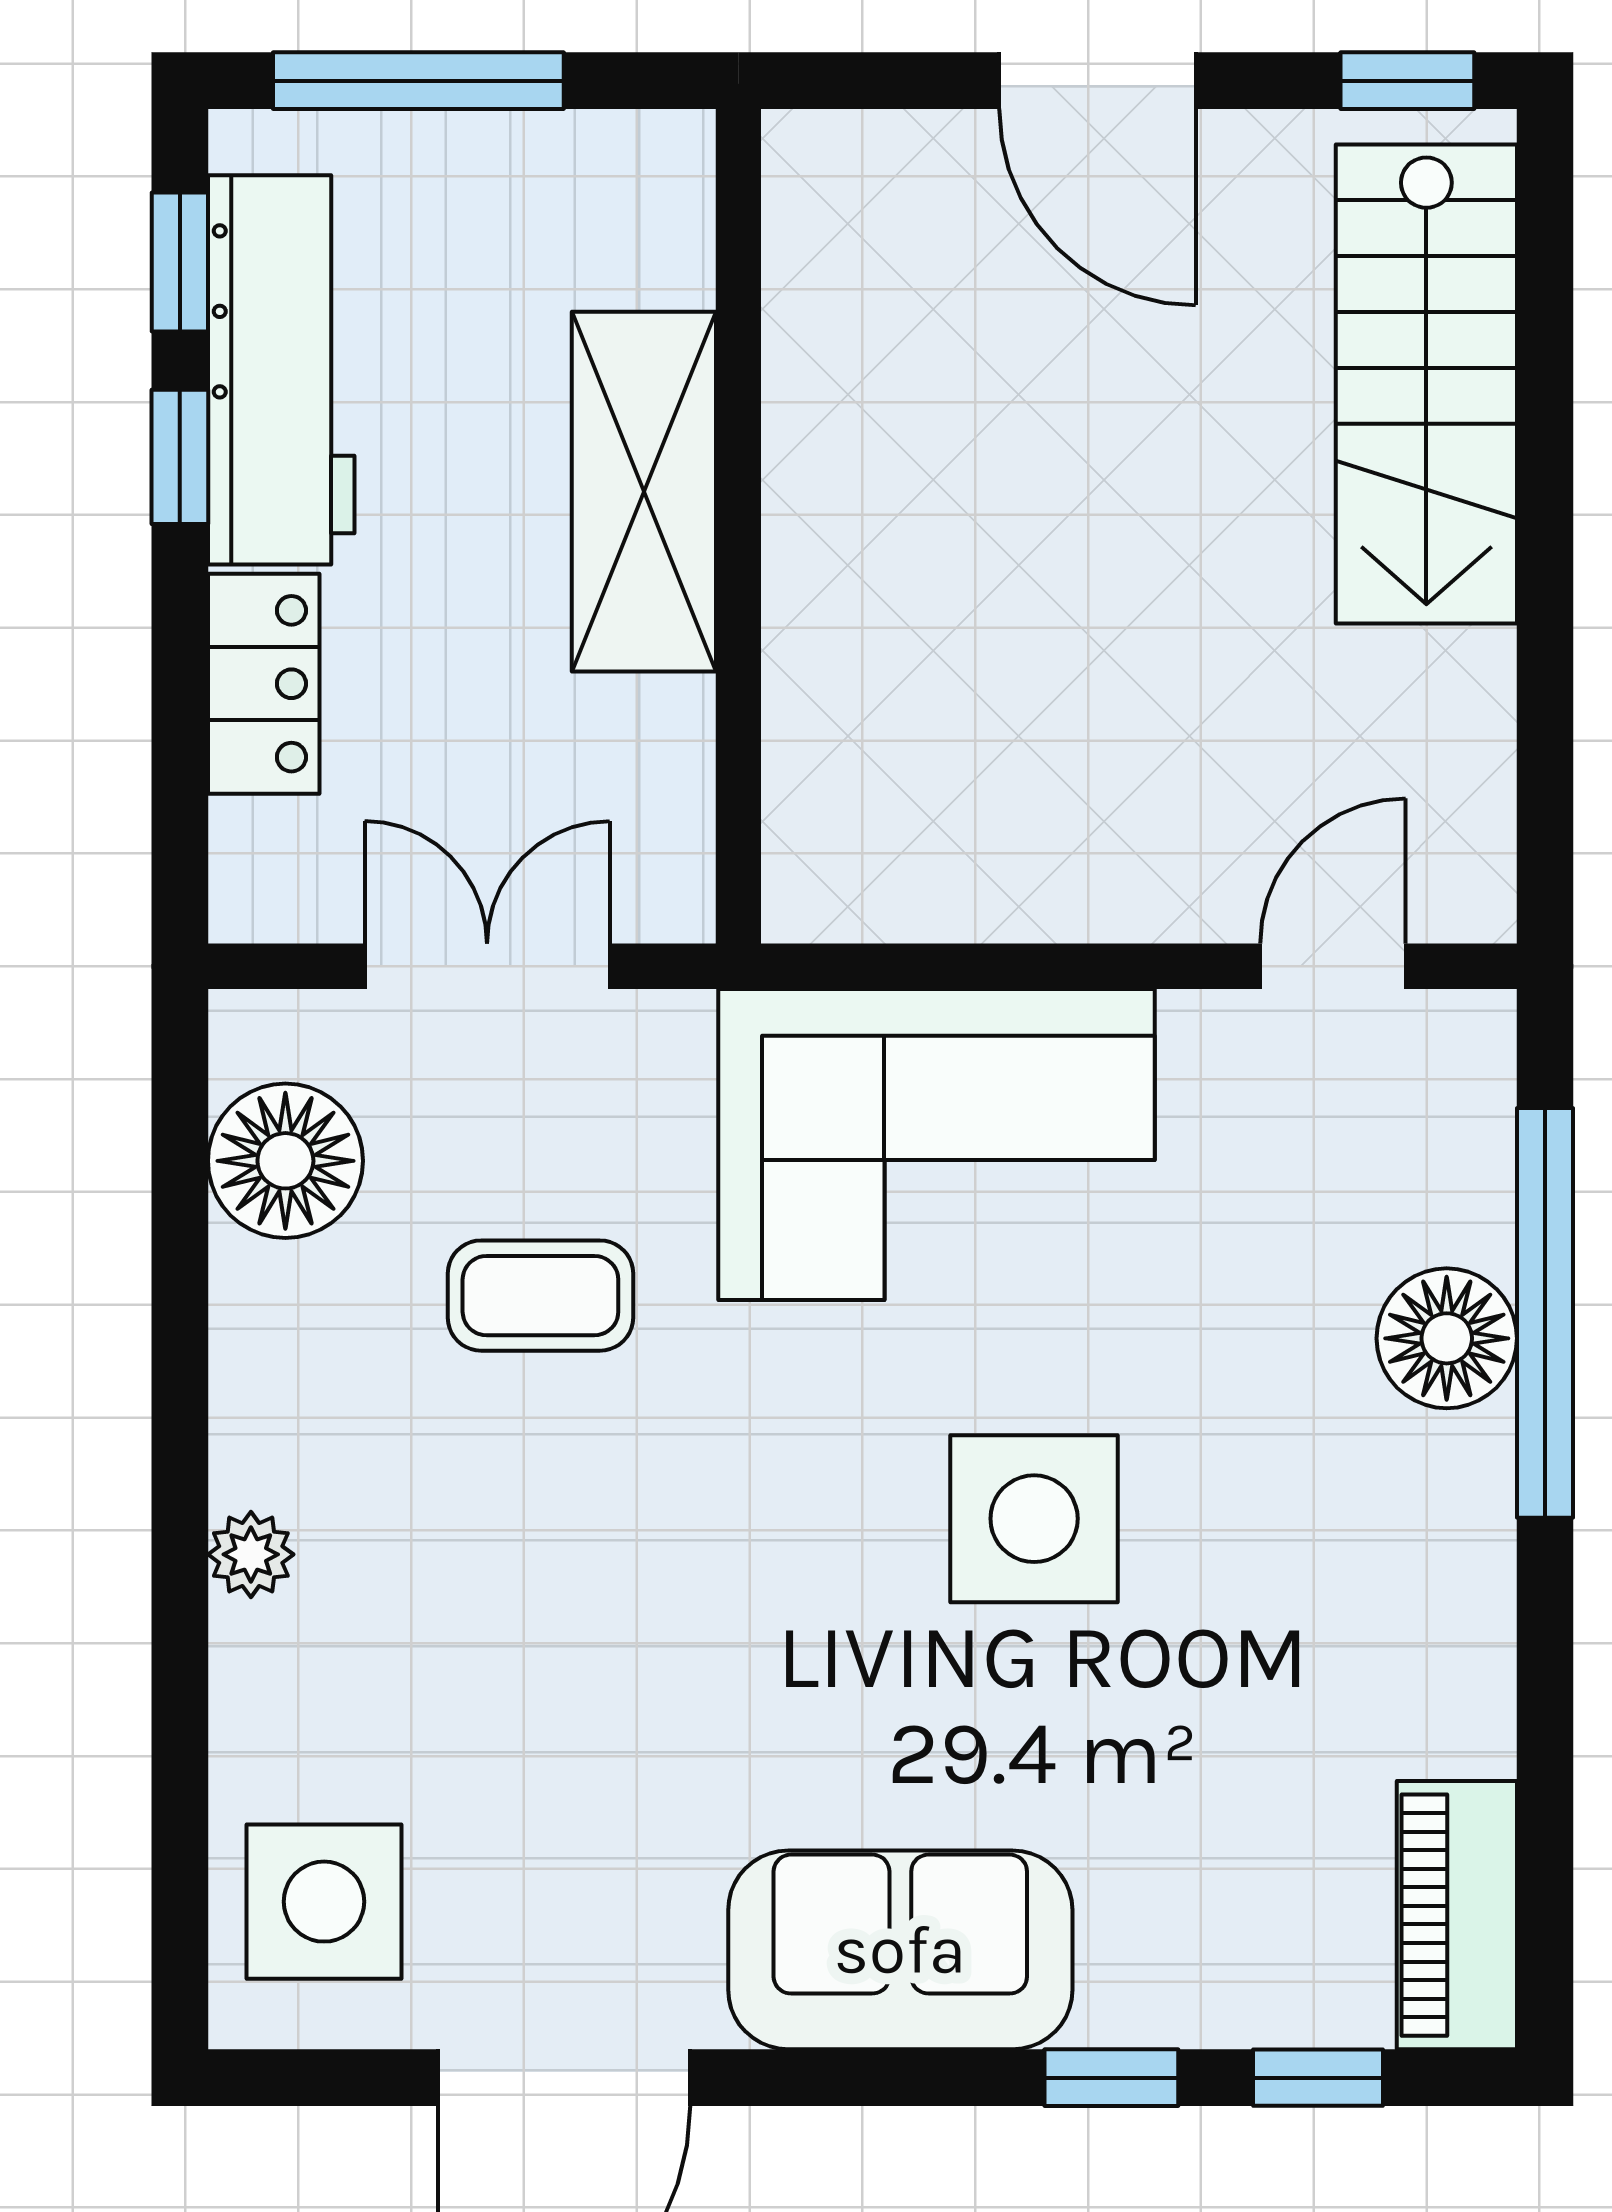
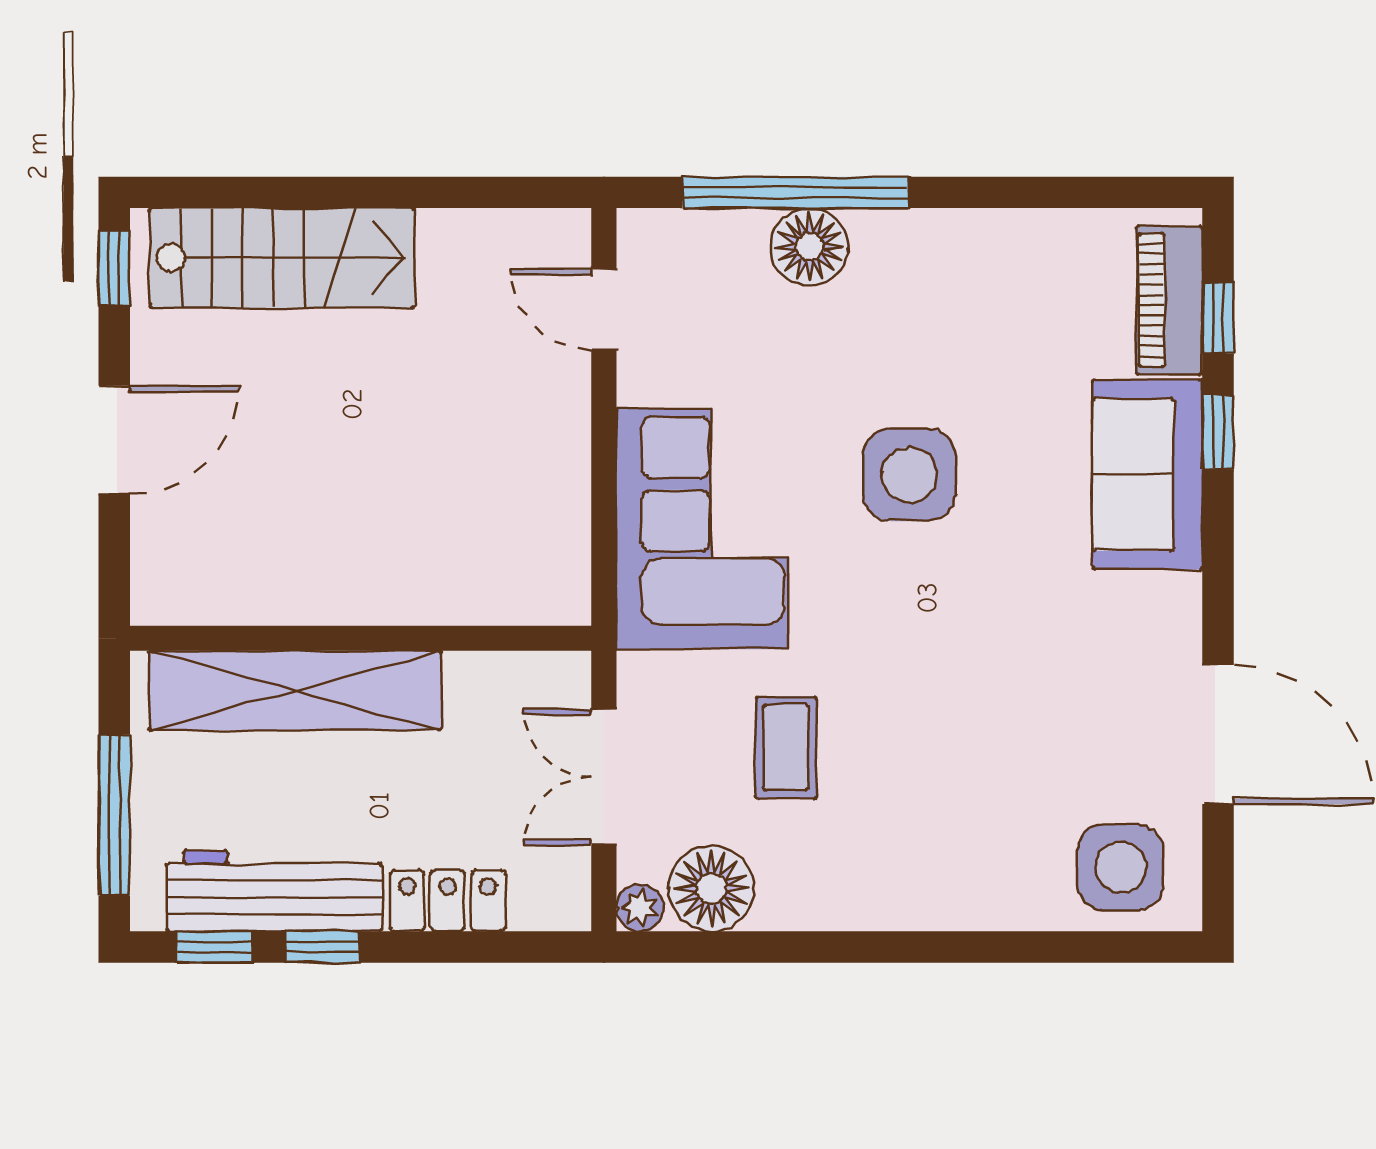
shelving: (644, 492) -> (295, 691), width x1.47
plant: (251, 1554) -> (640, 908), moved
piano: (1457, 1915) -> (1169, 300), moved, turned 90
sofa: (900, 1950) -> (1147, 474), moved

